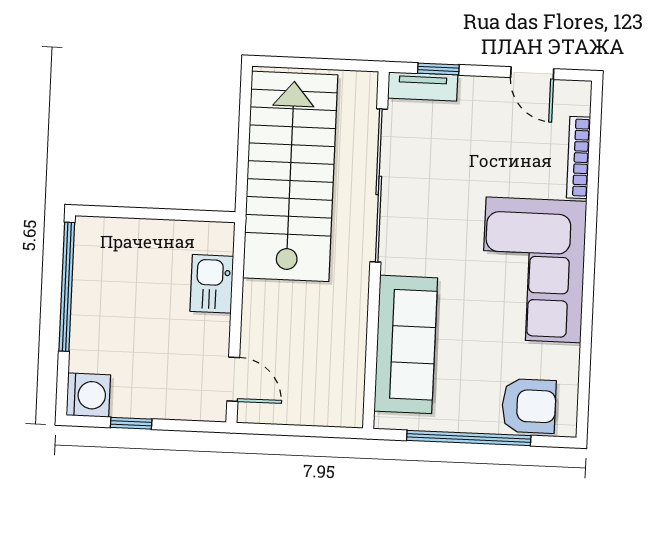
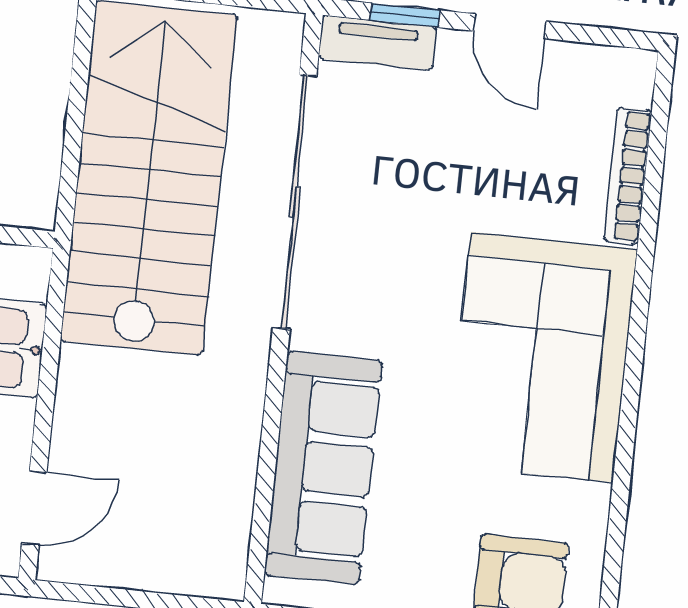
door: (532, 73) -> (510, 26), moved
door: (233, 379) -> (34, 508), hinge flipped

